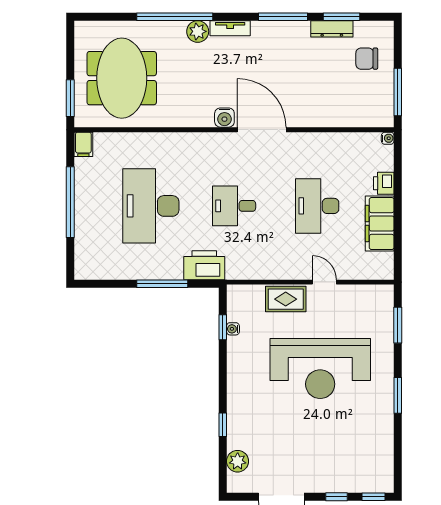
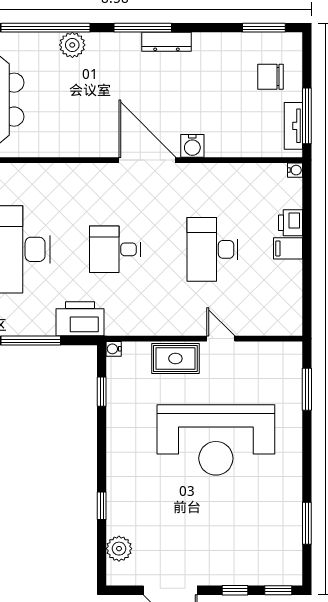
window: (283, 17) -> (143, 28), moved
window: (342, 17) -> (264, 28), moved
tv unit: (230, 28) -> (293, 126), moved, turned 90
dresser: (332, 29) -> (166, 42), moved
water cooler: (224, 118) -> (192, 146), moved
filing cabinet: (380, 224) -> (288, 248), width x0.33, depth x0.86
water cooler: (233, 329) -> (114, 349), moved
window: (398, 395) -> (307, 523), moved

